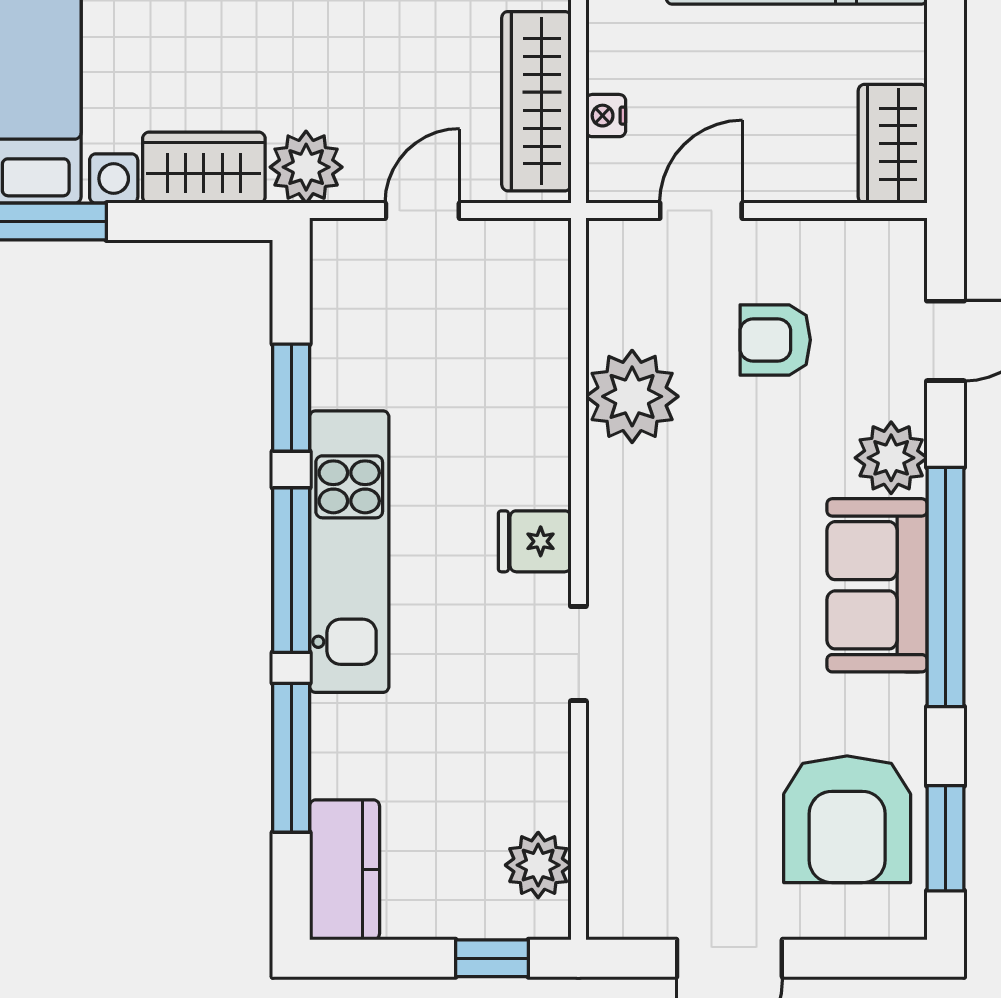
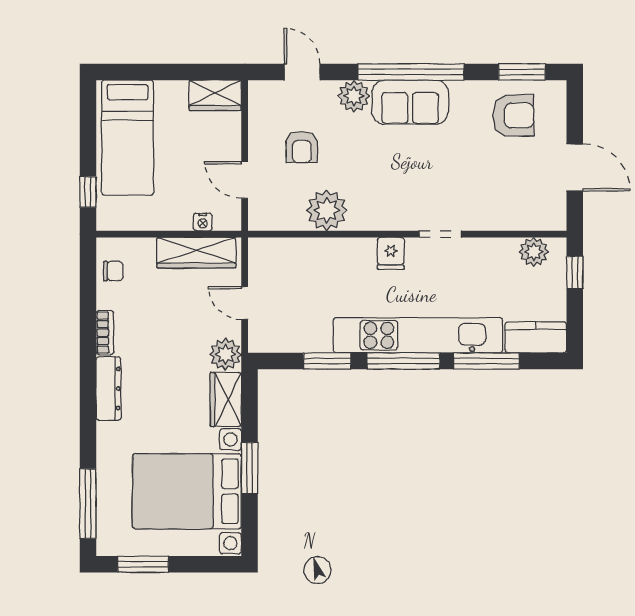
kitchen unit: (349, 552) -> (418, 335), width x1.36
armchair: (847, 819) -> (513, 115), width x0.73, depth x0.73

